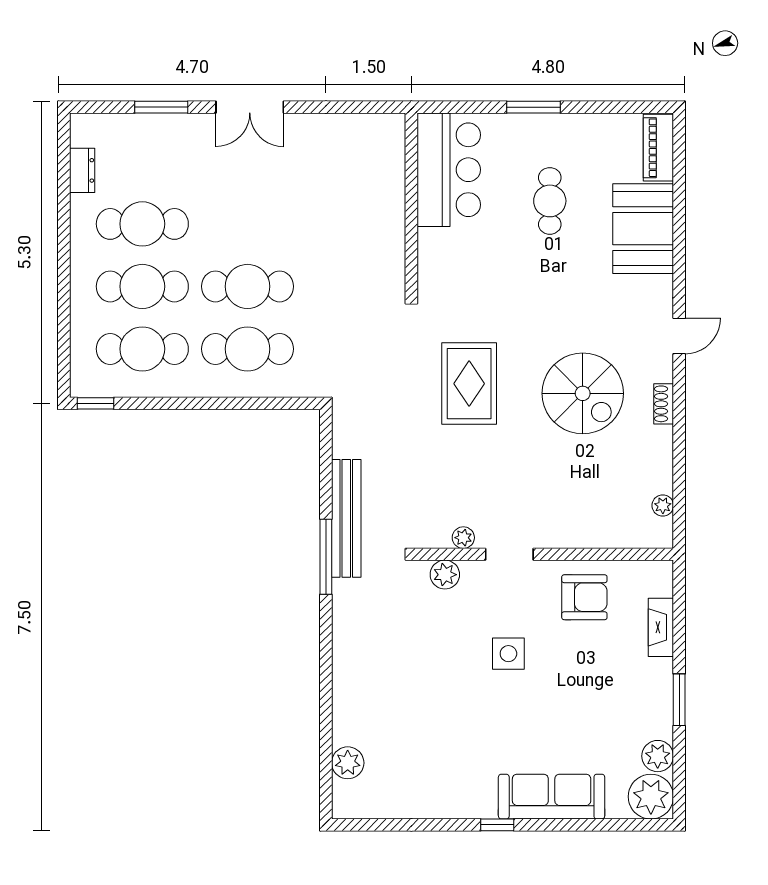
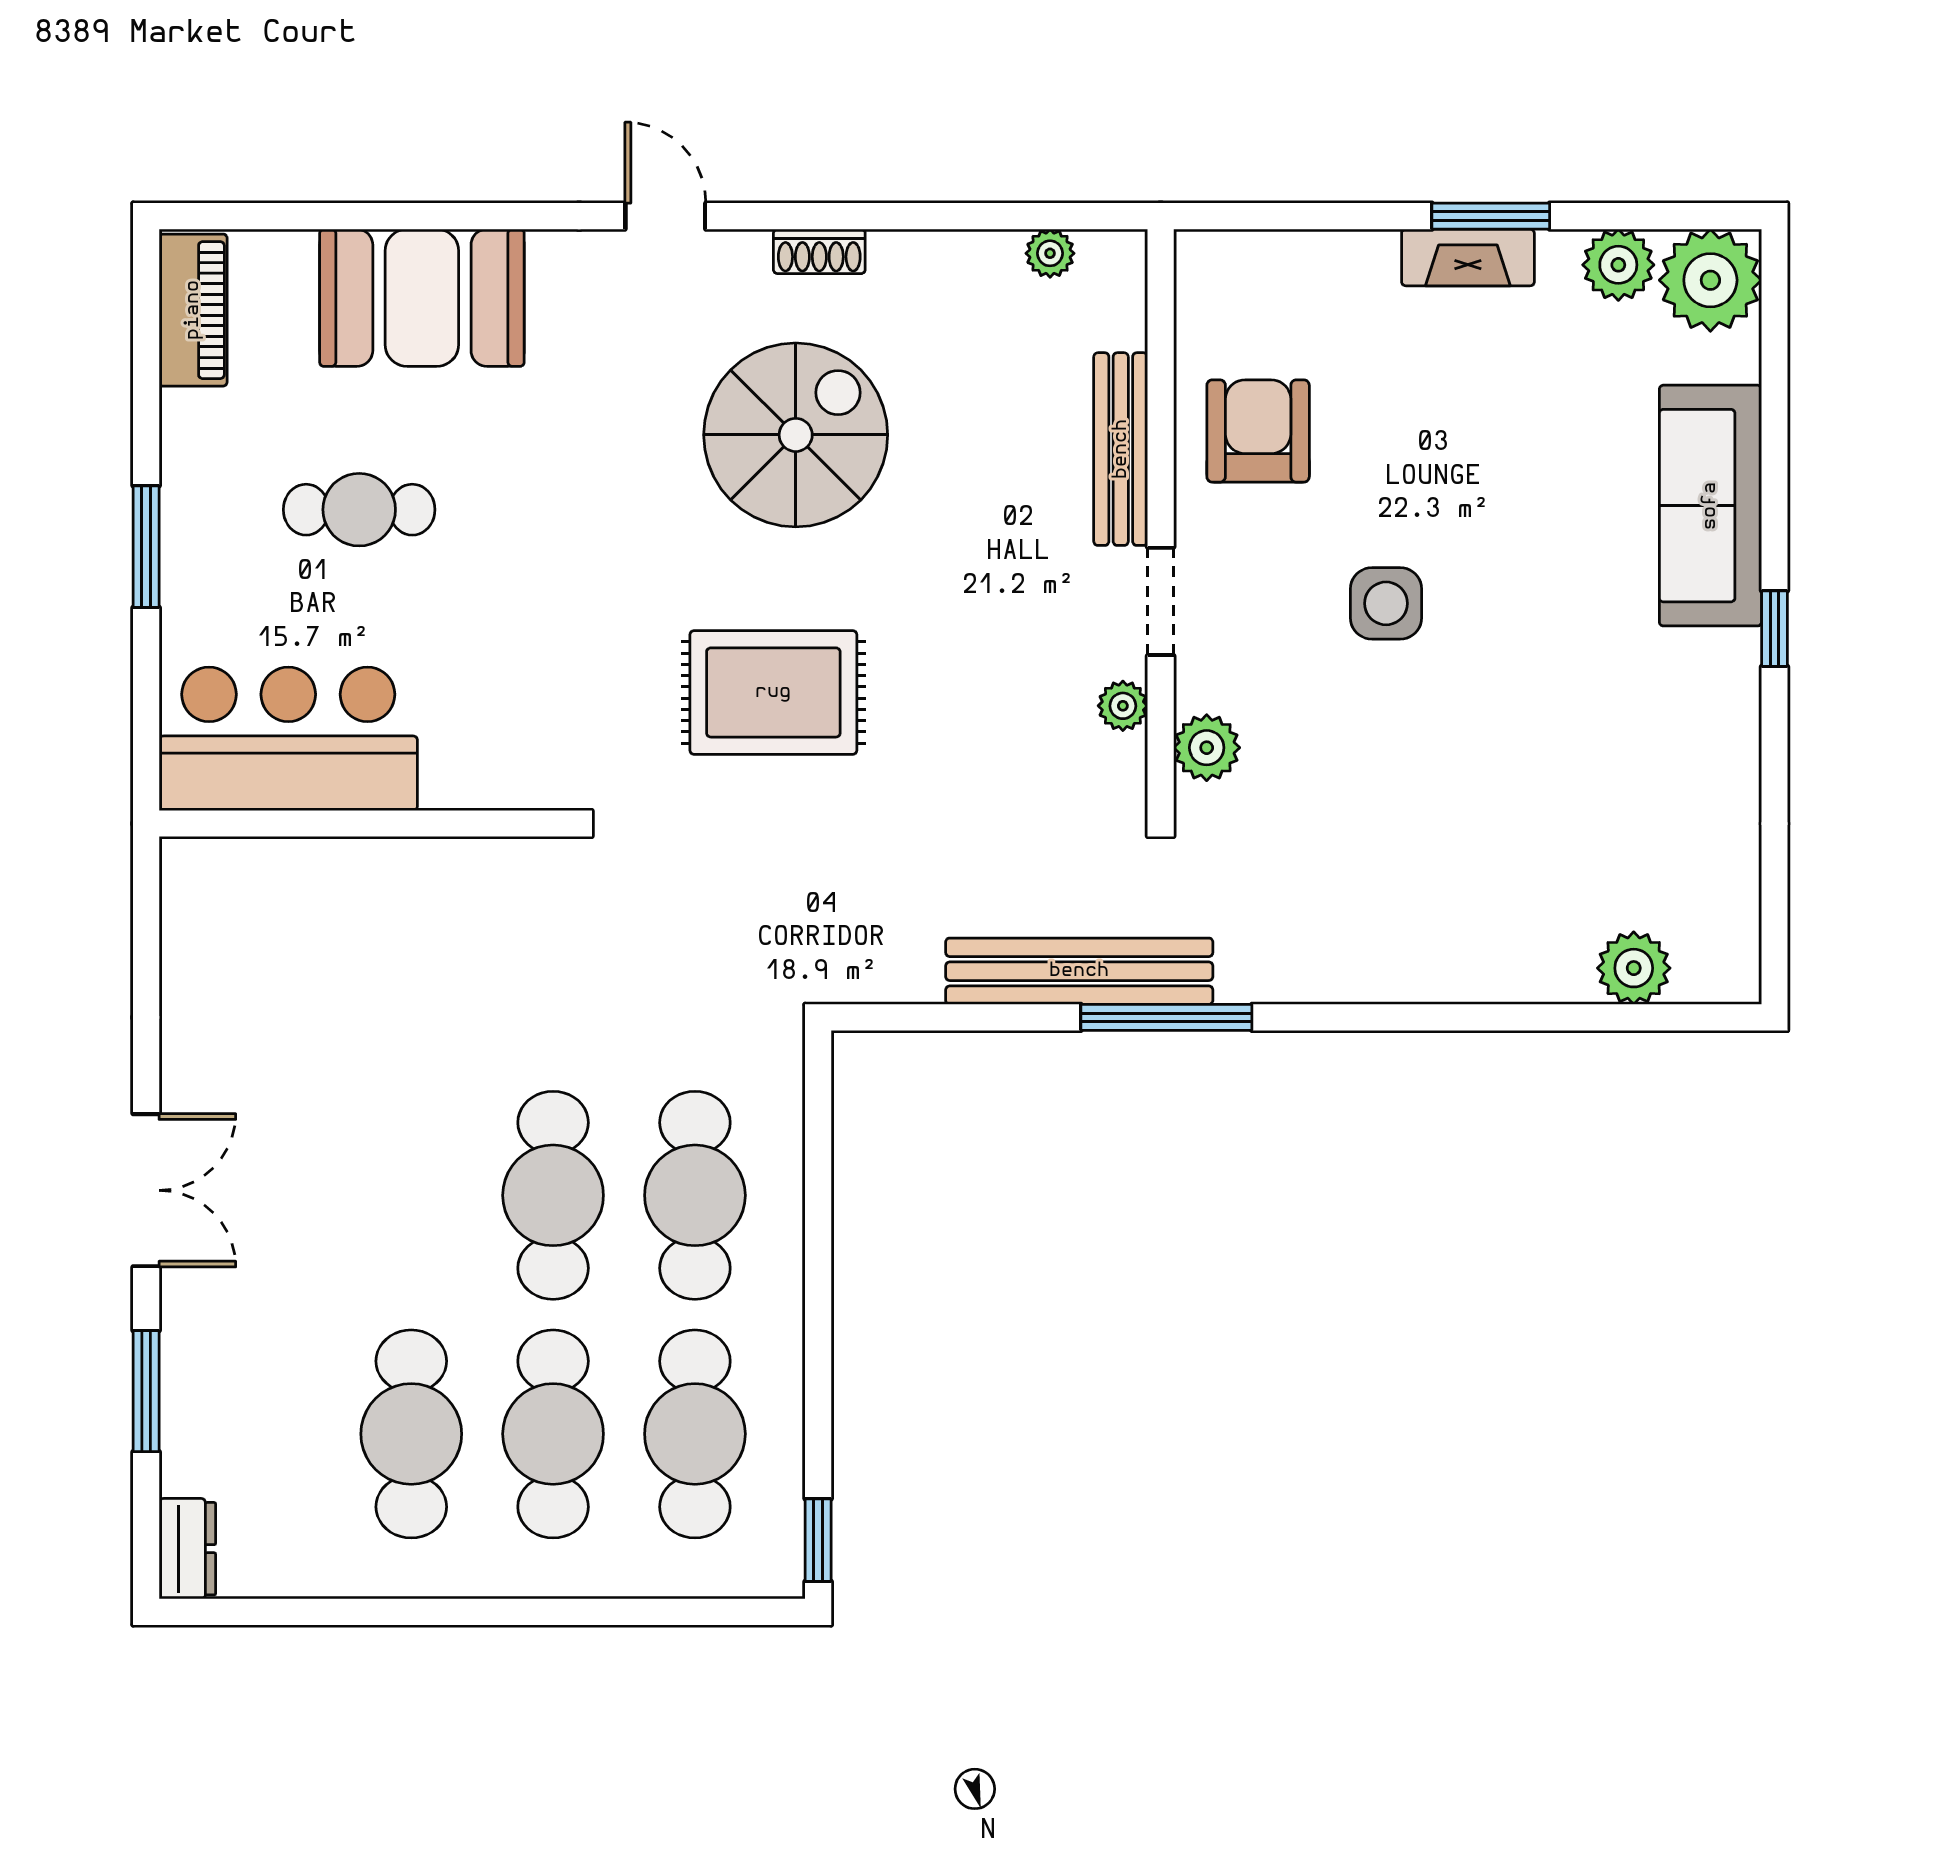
piano: (658, 148) -> (193, 310), moved, turned -90
dresser: (82, 170) -> (187, 1549), moved, turned 90
bench: (576, 537) -> (1121, 449), added
fireplace: (661, 627) -> (1468, 257), moved

